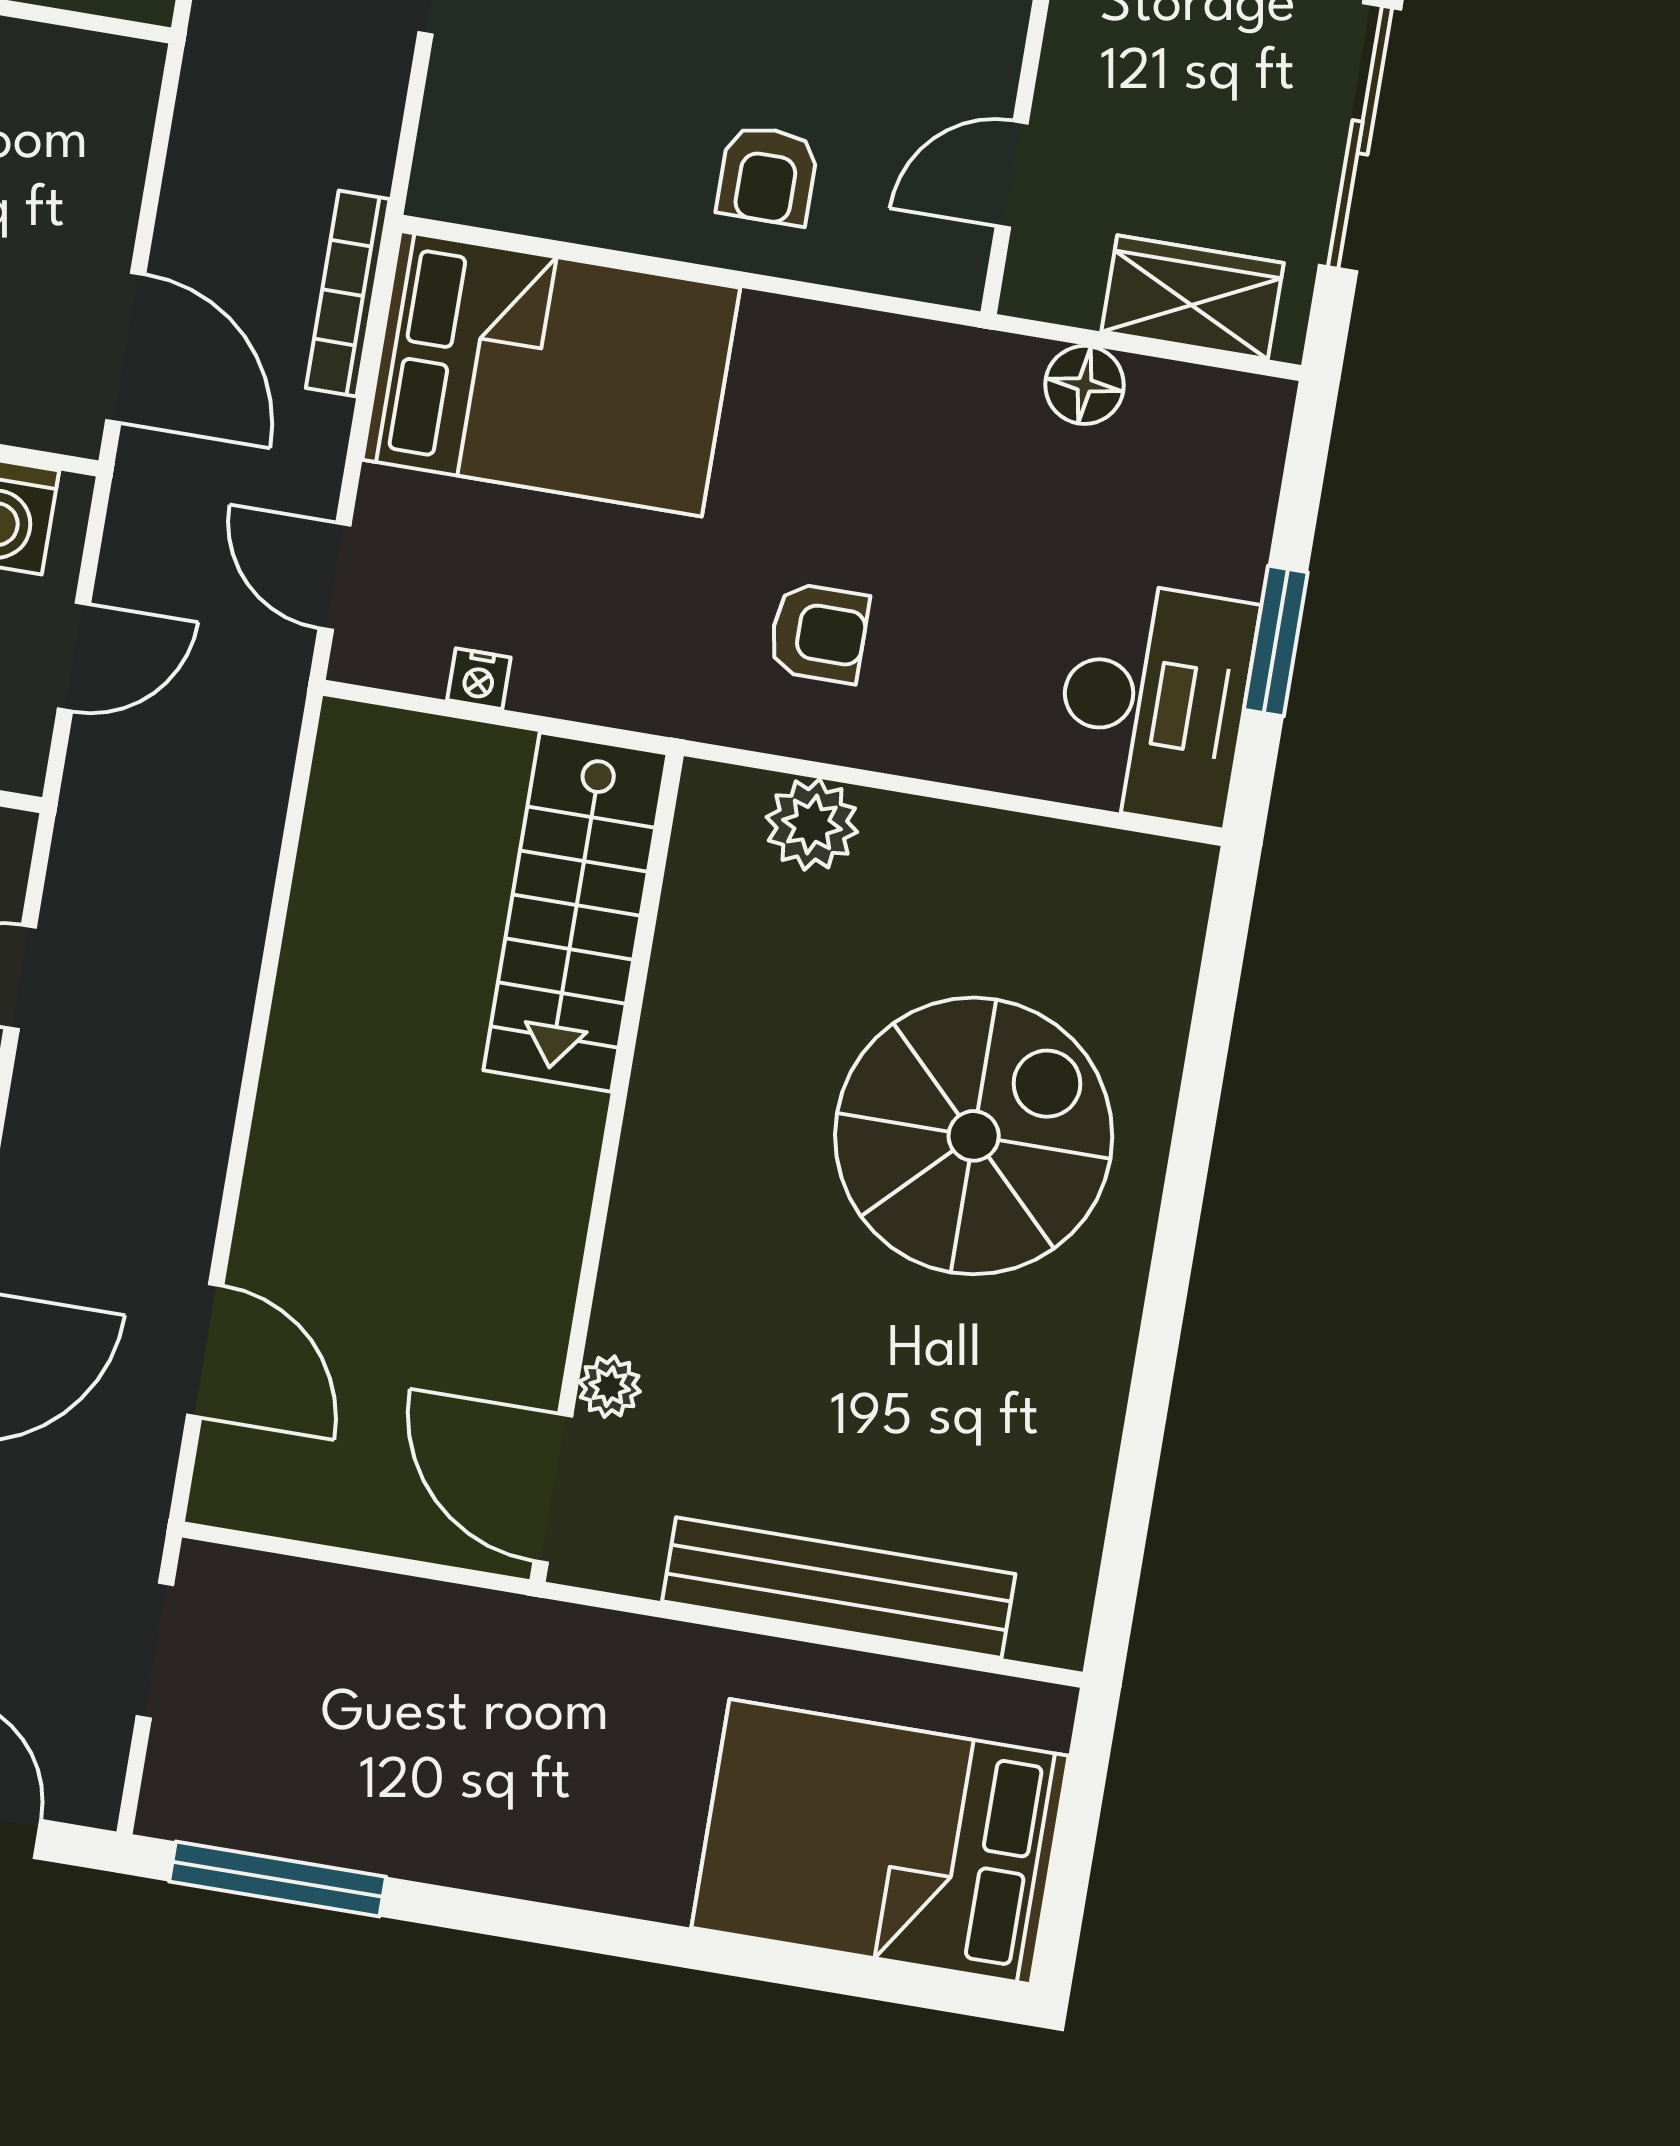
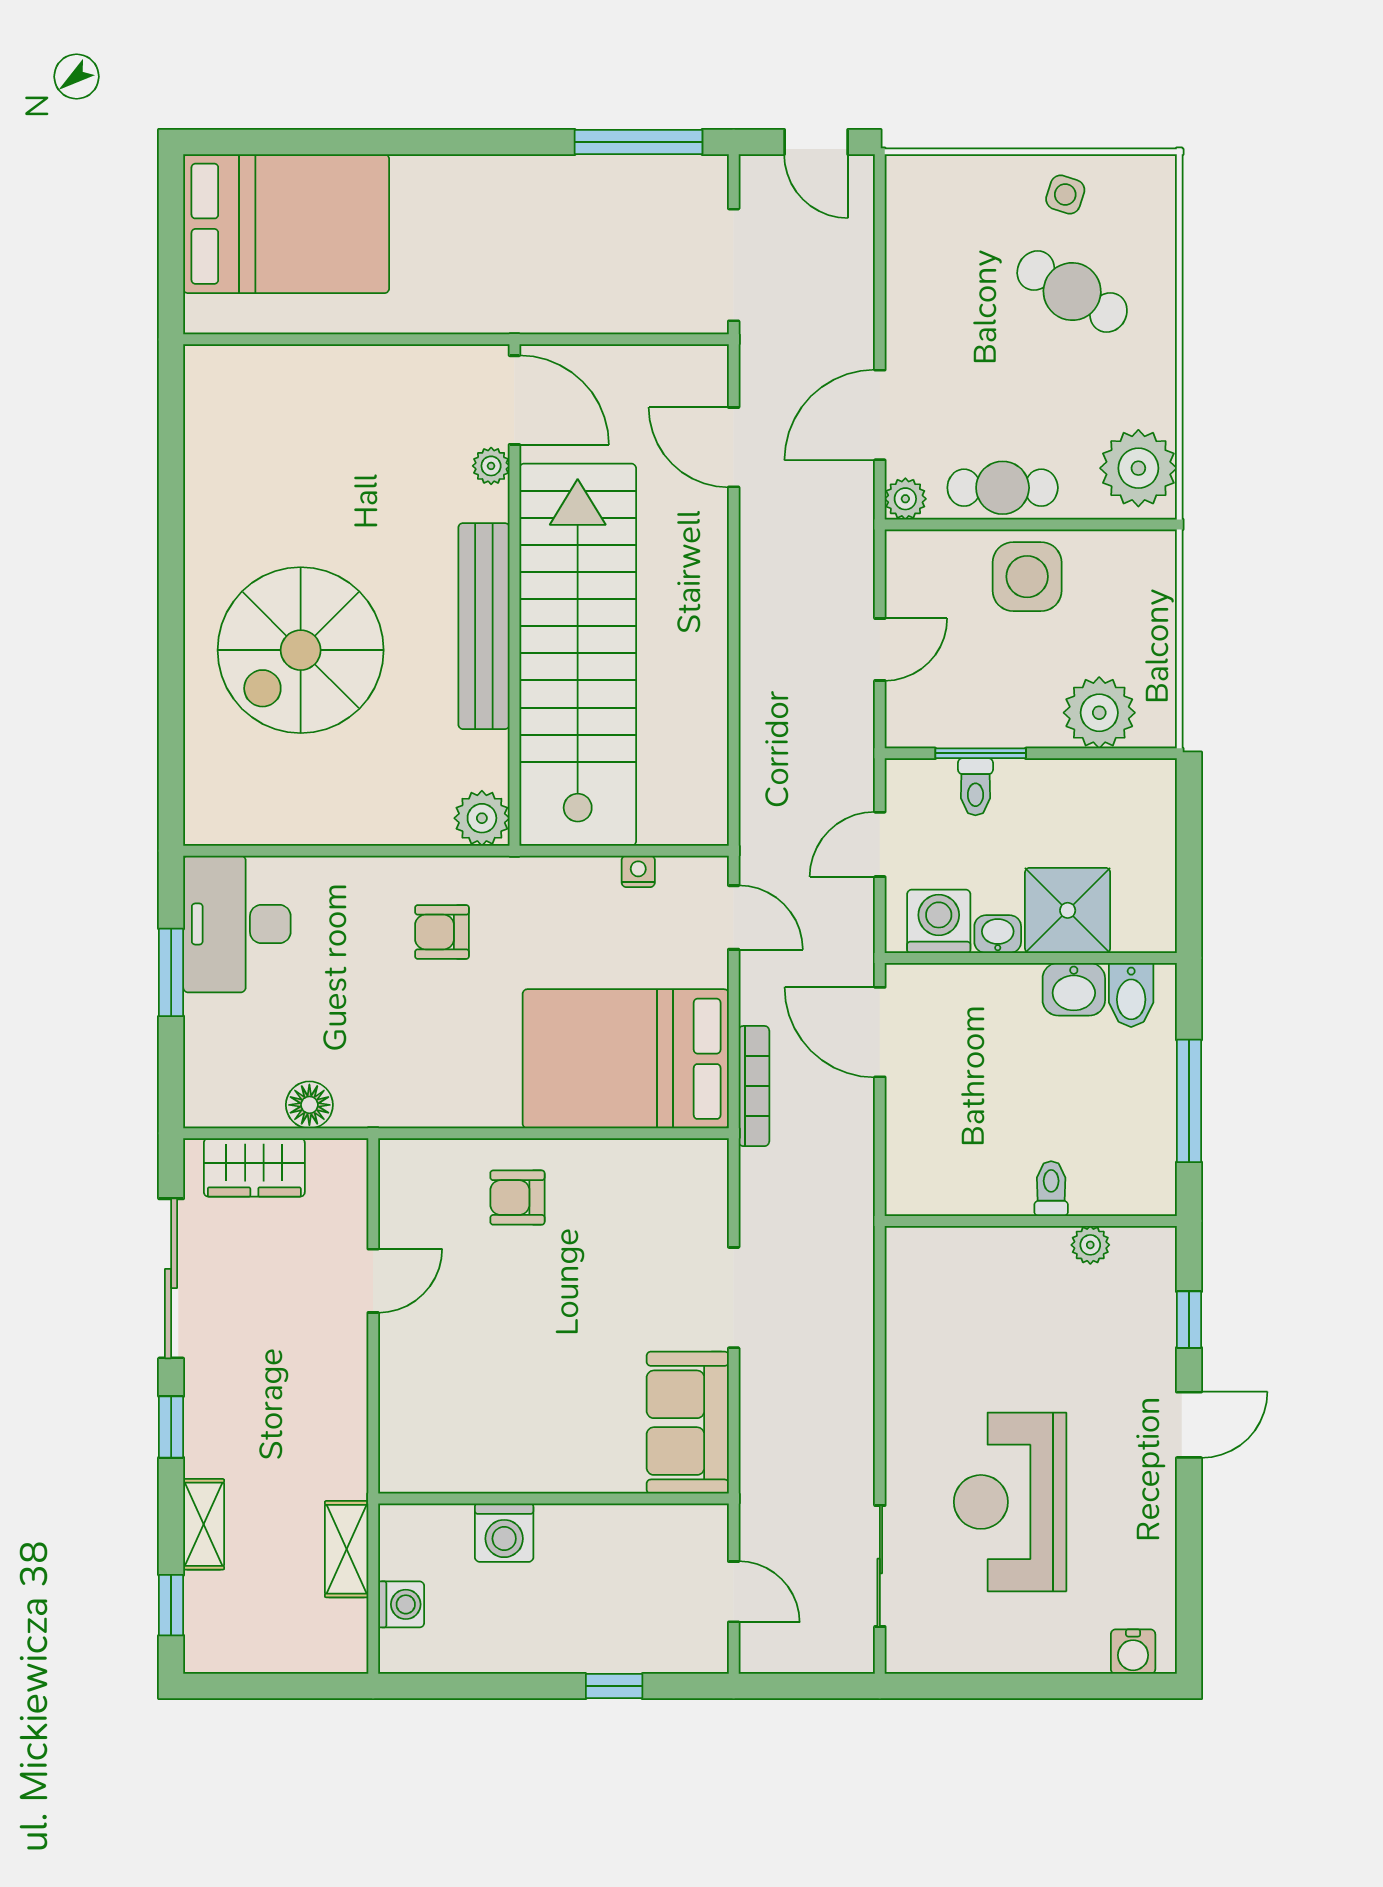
armchair: (768, 175) -> (517, 1198), turned -90
door: (1012, 175) -> (373, 1281), moved
plant: (812, 824) -> (482, 818), moved
stairs: (576, 912) -> (578, 655), width x1.86, depth x1.51
bench: (839, 1588) -> (484, 626), moved, turned 90
doorway: (155, 1651) -> (734, 265), width x1.38

